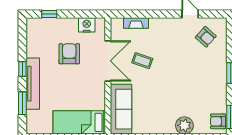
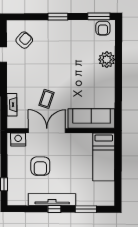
nightstand: (87, 25) -> (18, 139), moved, turned 90
armchair: (69, 54) -> (40, 166), turned -90
tv unit: (33, 84) -> (52, 200), moved

